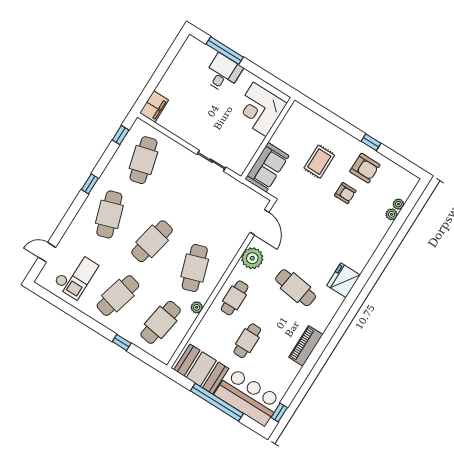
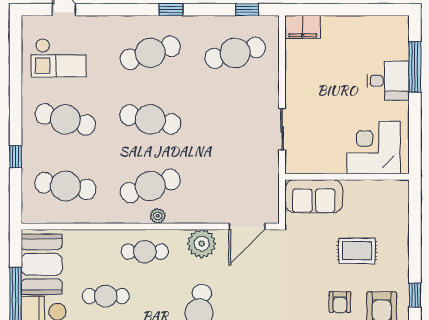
plant: (197, 307) -> (158, 216), moved

